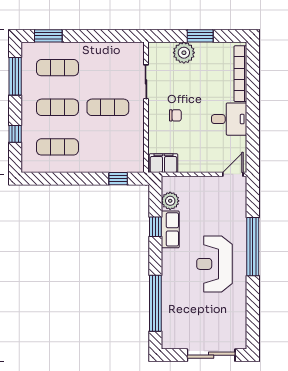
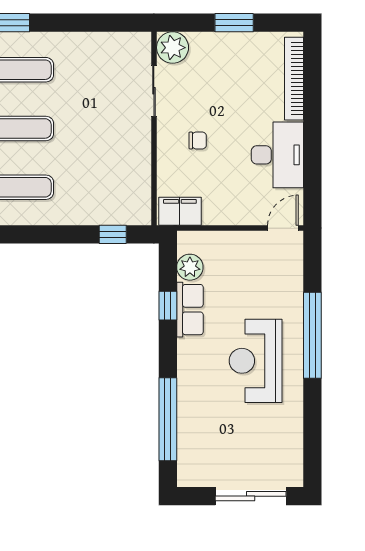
plant: (184, 53) -> (173, 48), moved
exercise mat: (108, 107) -> (97, 128), removed
desk: (229, 119) -> (277, 155), width x1.37

